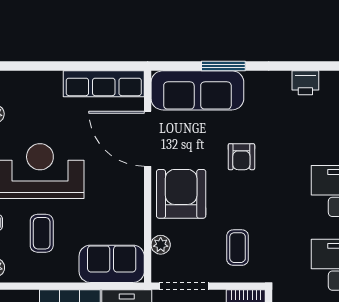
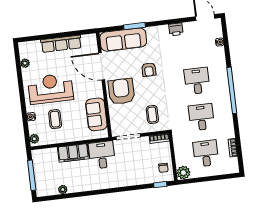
row of seats: (104, 84) -> (61, 44), moved
plant: (161, 245) -> (114, 118), removed
sofa: (112, 264) -> (96, 114), moved, turned -90

